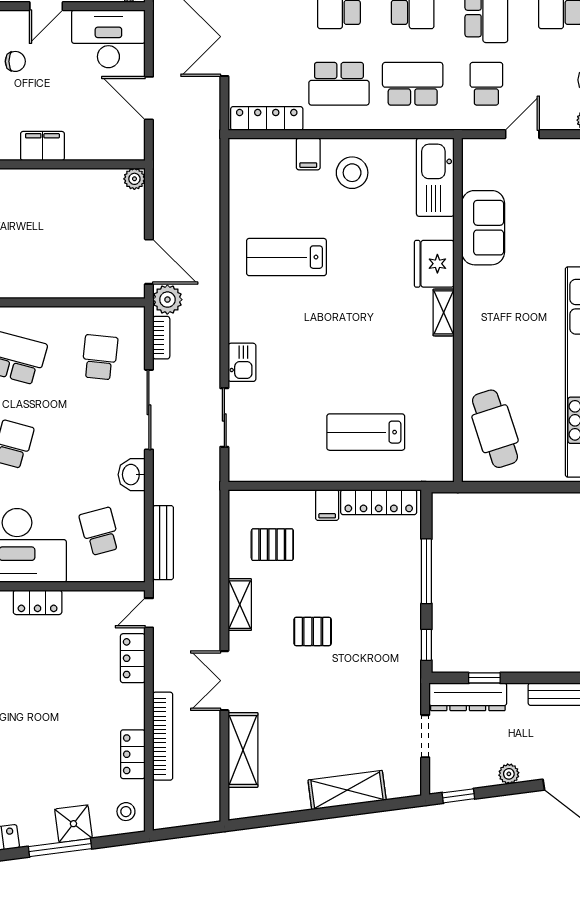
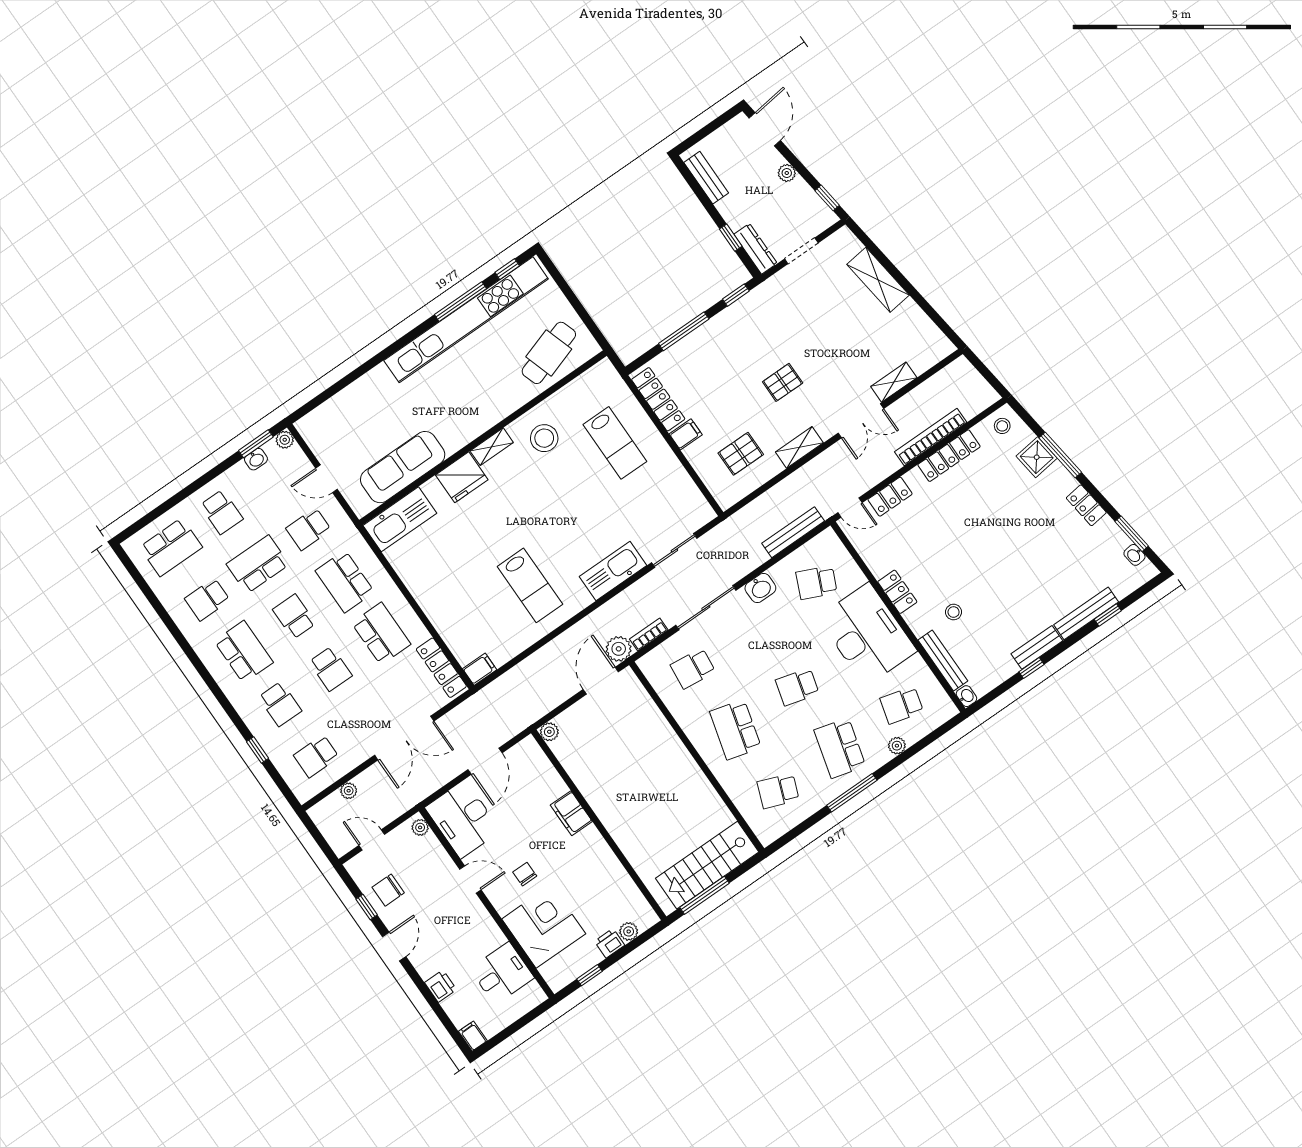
filing cabinet: (308, 154) -> (480, 669), moved
stool: (352, 173) -> (544, 438), moved
sofa: (483, 228) -> (403, 467), width x1.36
kitchen sink: (242, 362) -> (613, 571), width x1.88, depth x1.24
school desk: (100, 531) -> (816, 583), turned 39
pallet: (272, 545) -> (741, 454), turned 90
pallet: (313, 631) -> (783, 382), turned 90
dresser: (468, 697) -> (756, 249), width x0.73, depth x0.80
shelving: (243, 750) -> (894, 382), width x0.67, depth x0.75
locker: (133, 754) -> (949, 456), width x1.53

